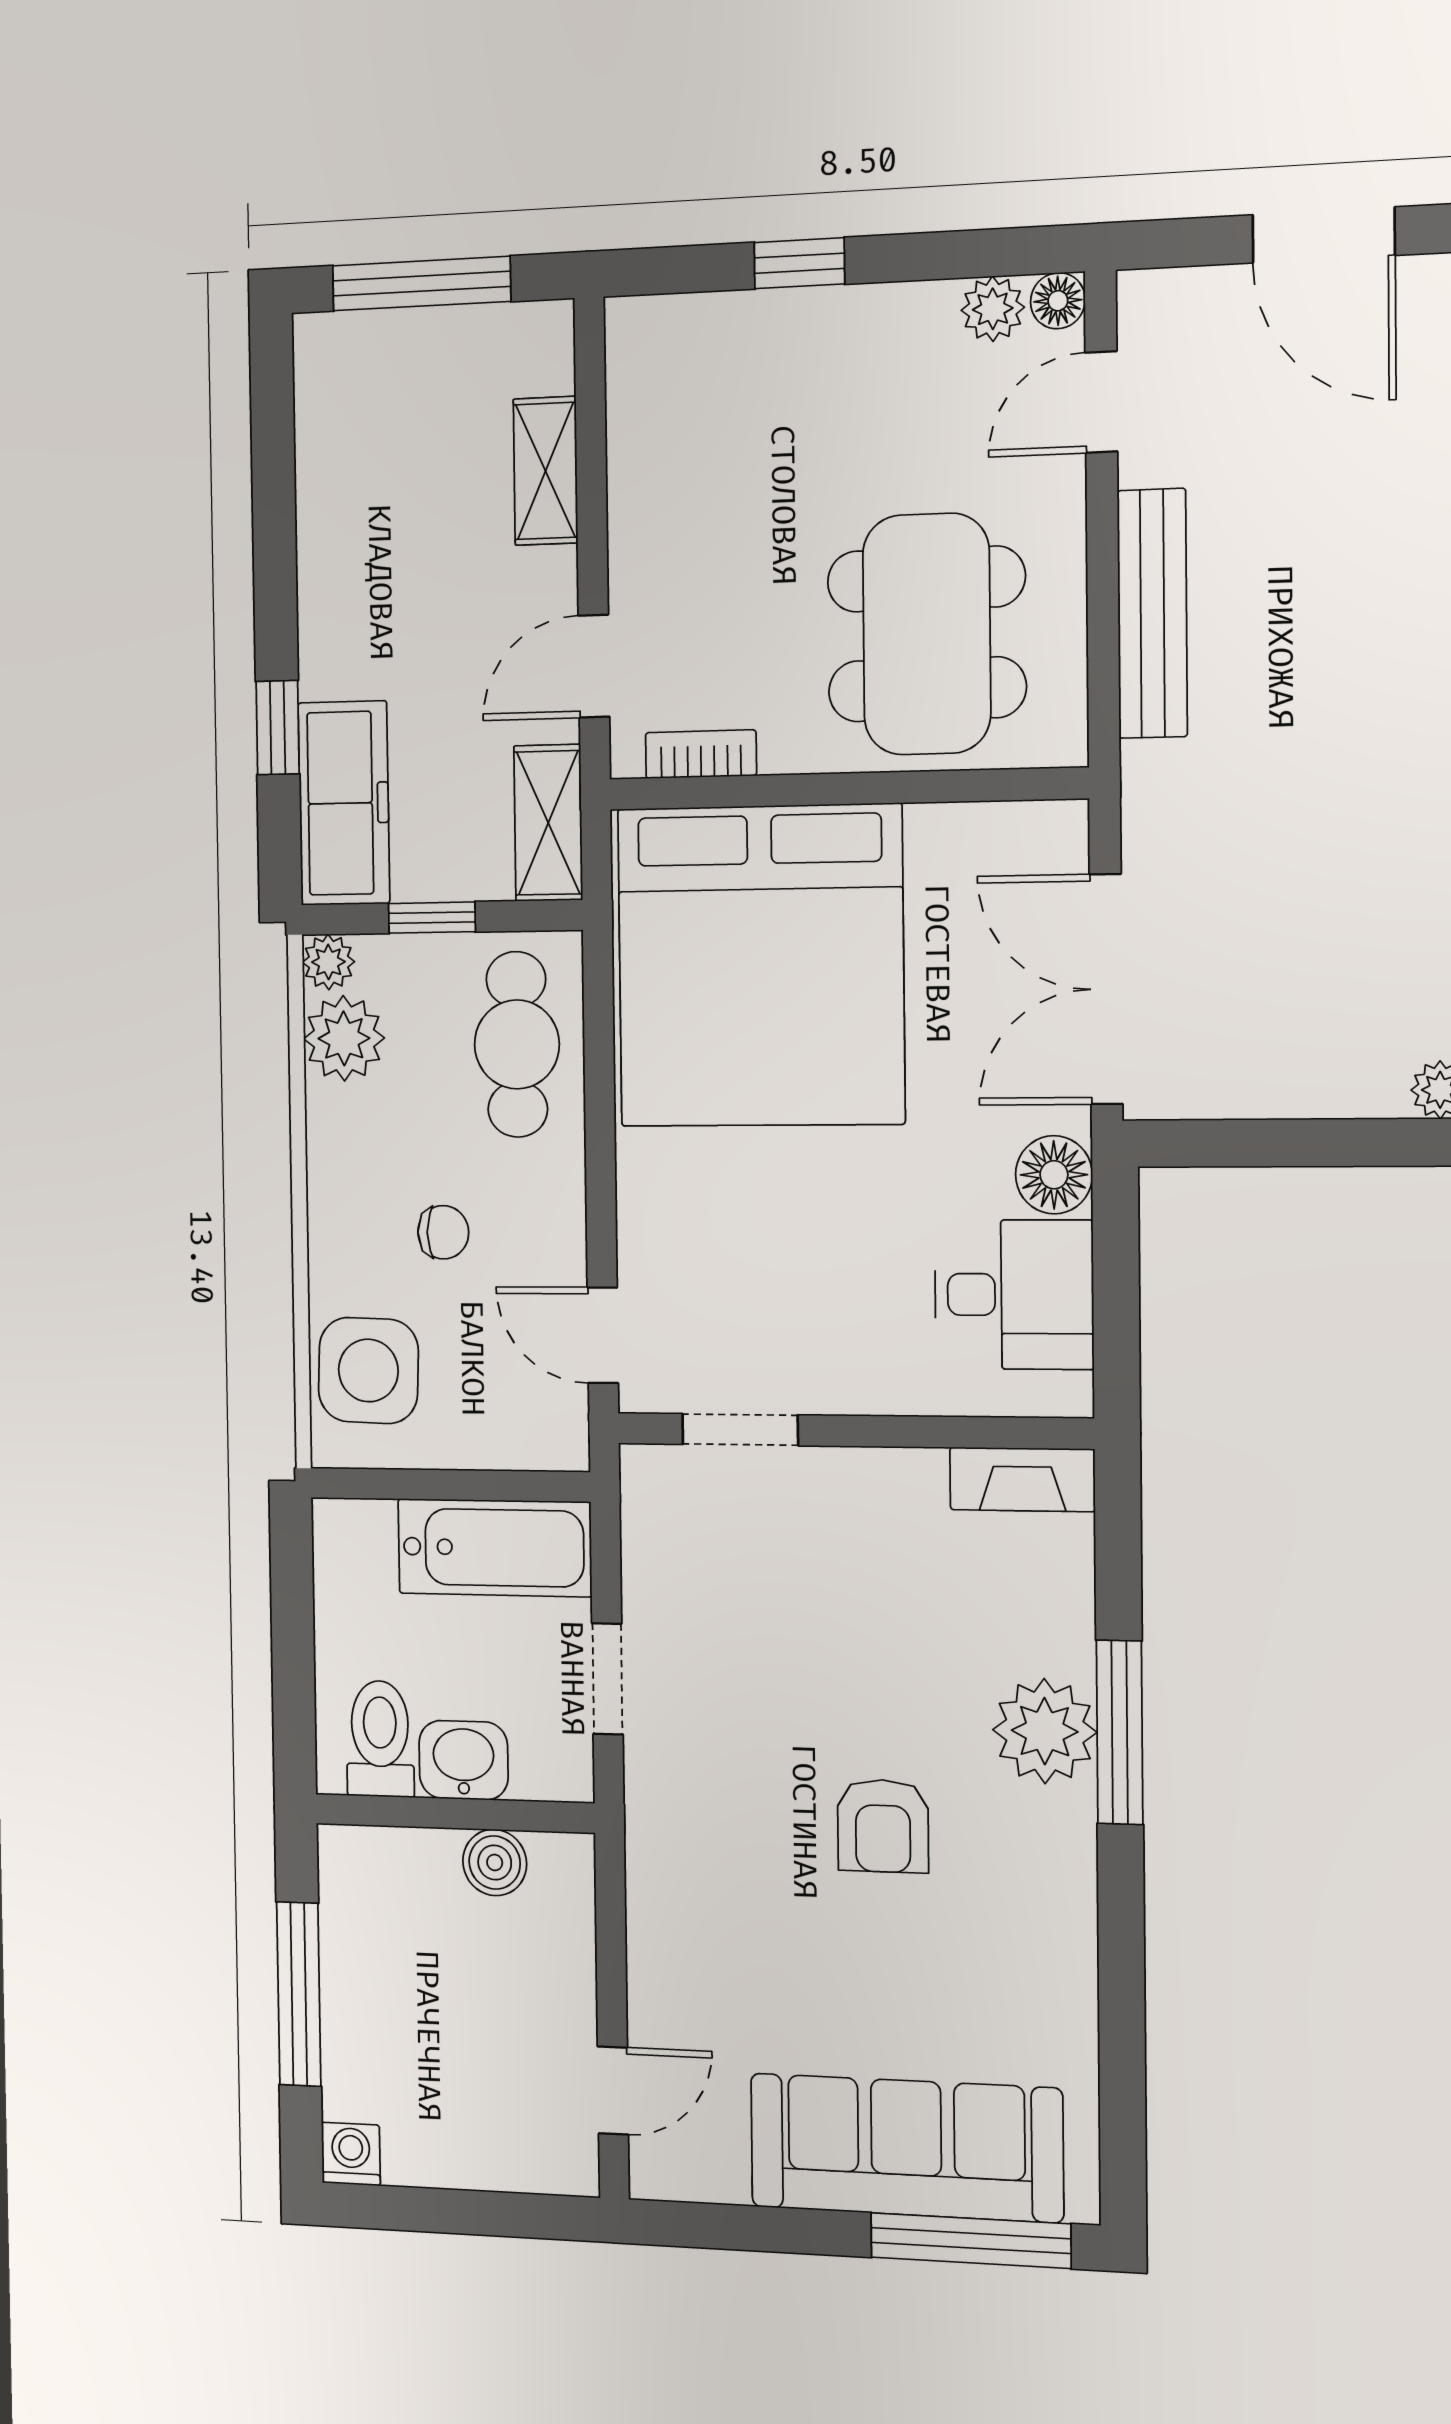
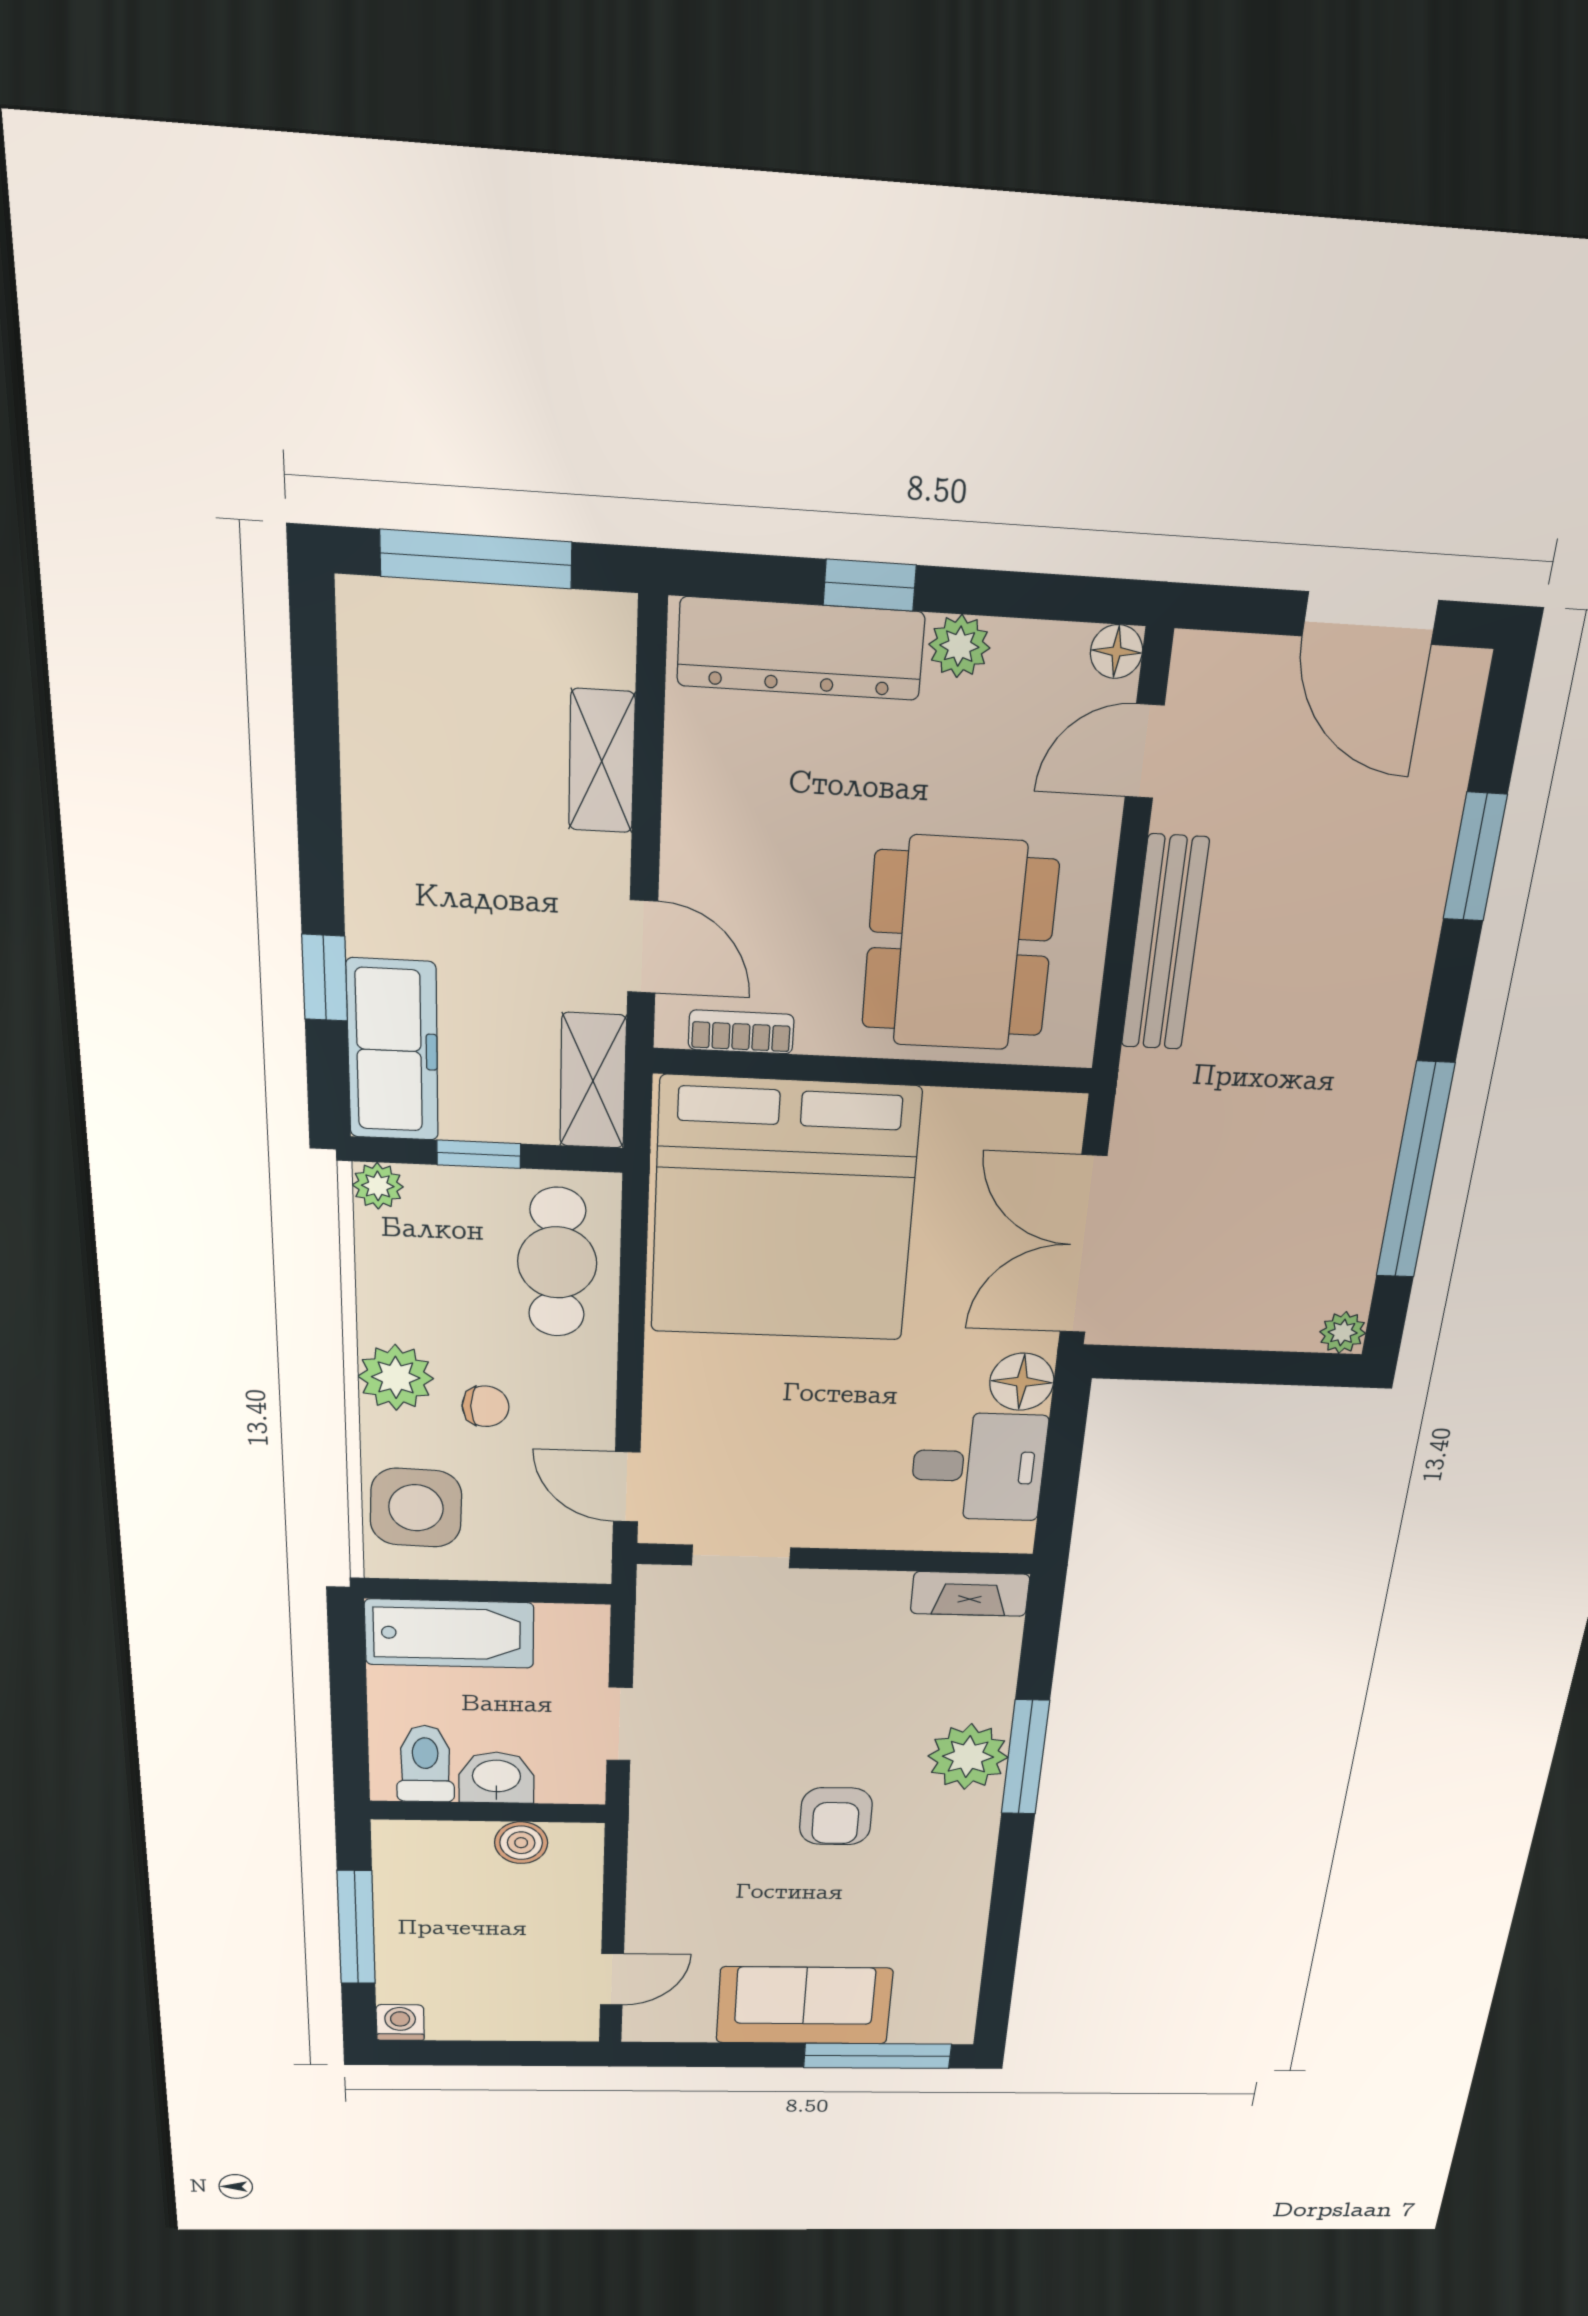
plant: (993, 309) -> (959, 646), moved
dresser: (736, 335) -> (801, 649), added
door: (594, 666) -> (643, 947), swing flipped
plant: (344, 1038) -> (396, 1377), moved
bathtub: (495, 1548) -> (450, 1634), moved
sofa: (906, 2148) -> (804, 2005), width x0.73

